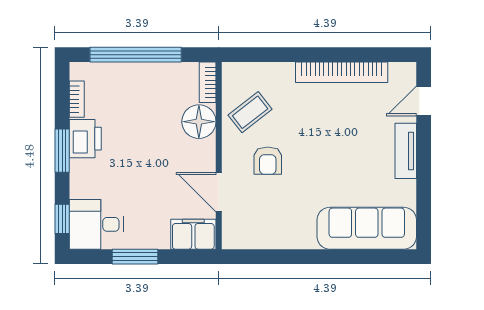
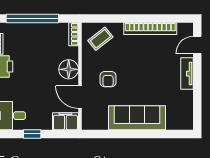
coffee table: (250, 112) -> (100, 39), moved
floor lamp: (199, 122) -> (69, 69), moved
sofa: (367, 228) -> (137, 118), moved
window: (135, 257) -> (32, 134), width x0.67

